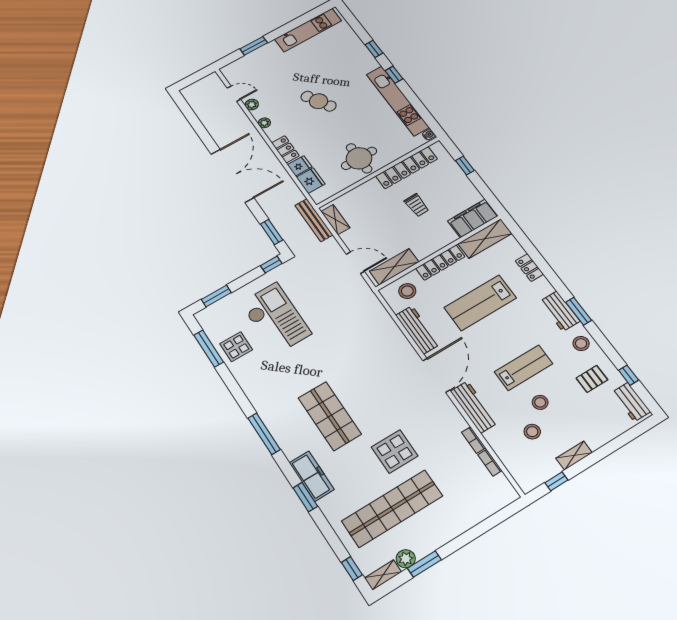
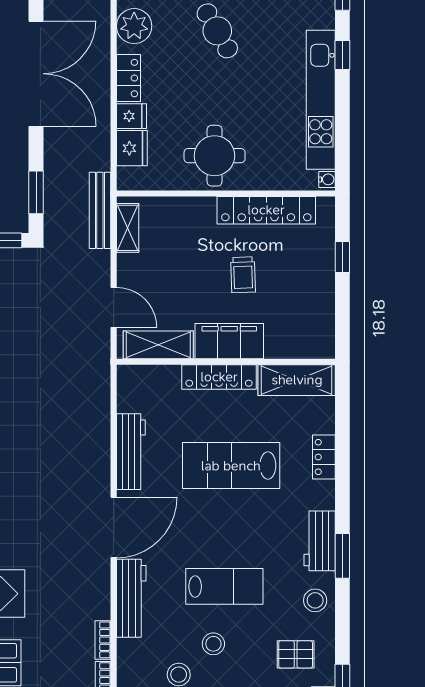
plant: (264, 123) -> (134, 26), width x1.88, depth x1.88
filing cabinet: (473, 218) -> (229, 341), moved
stool: (407, 291) -> (152, 390), removed

